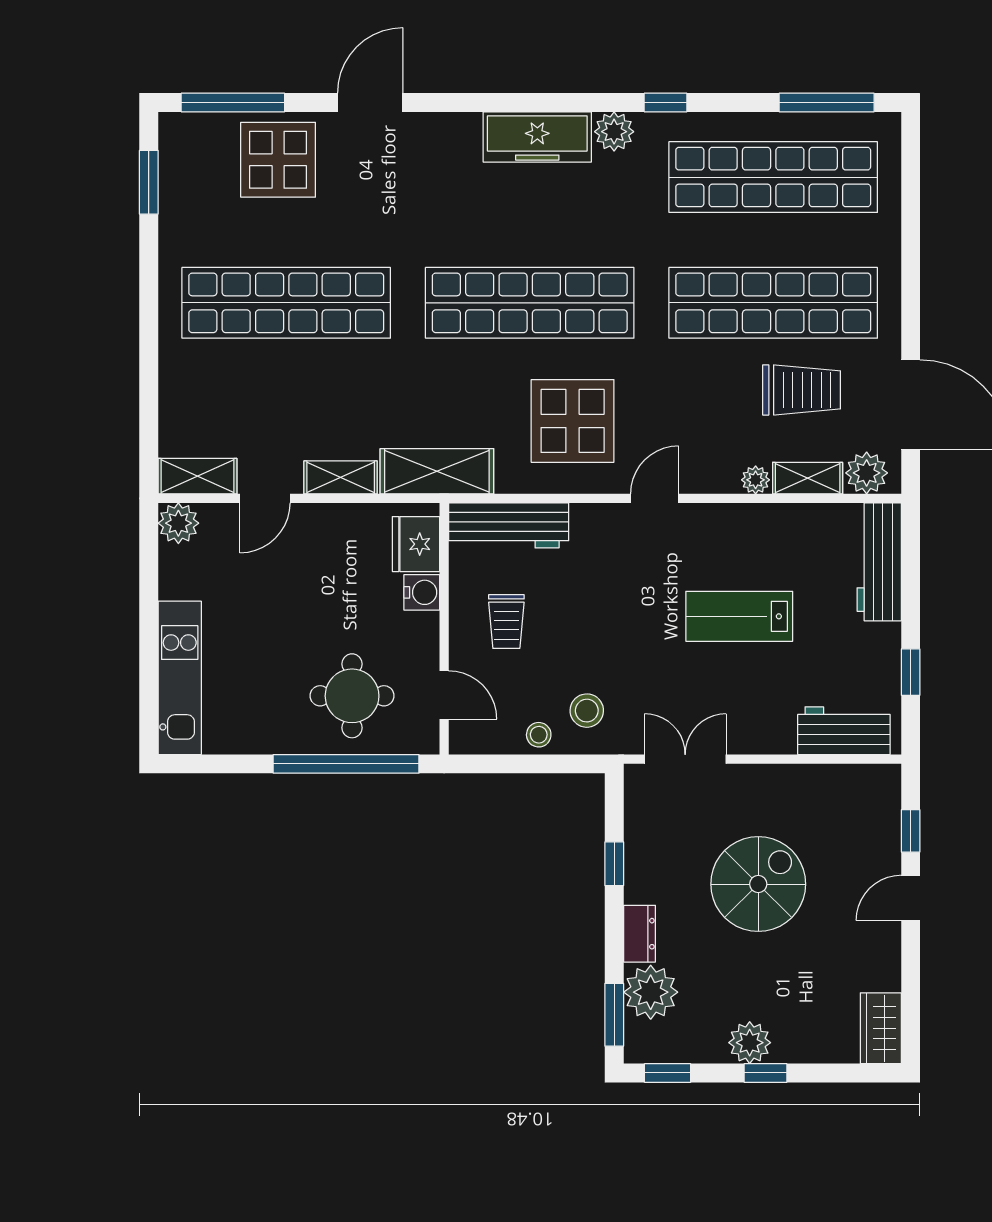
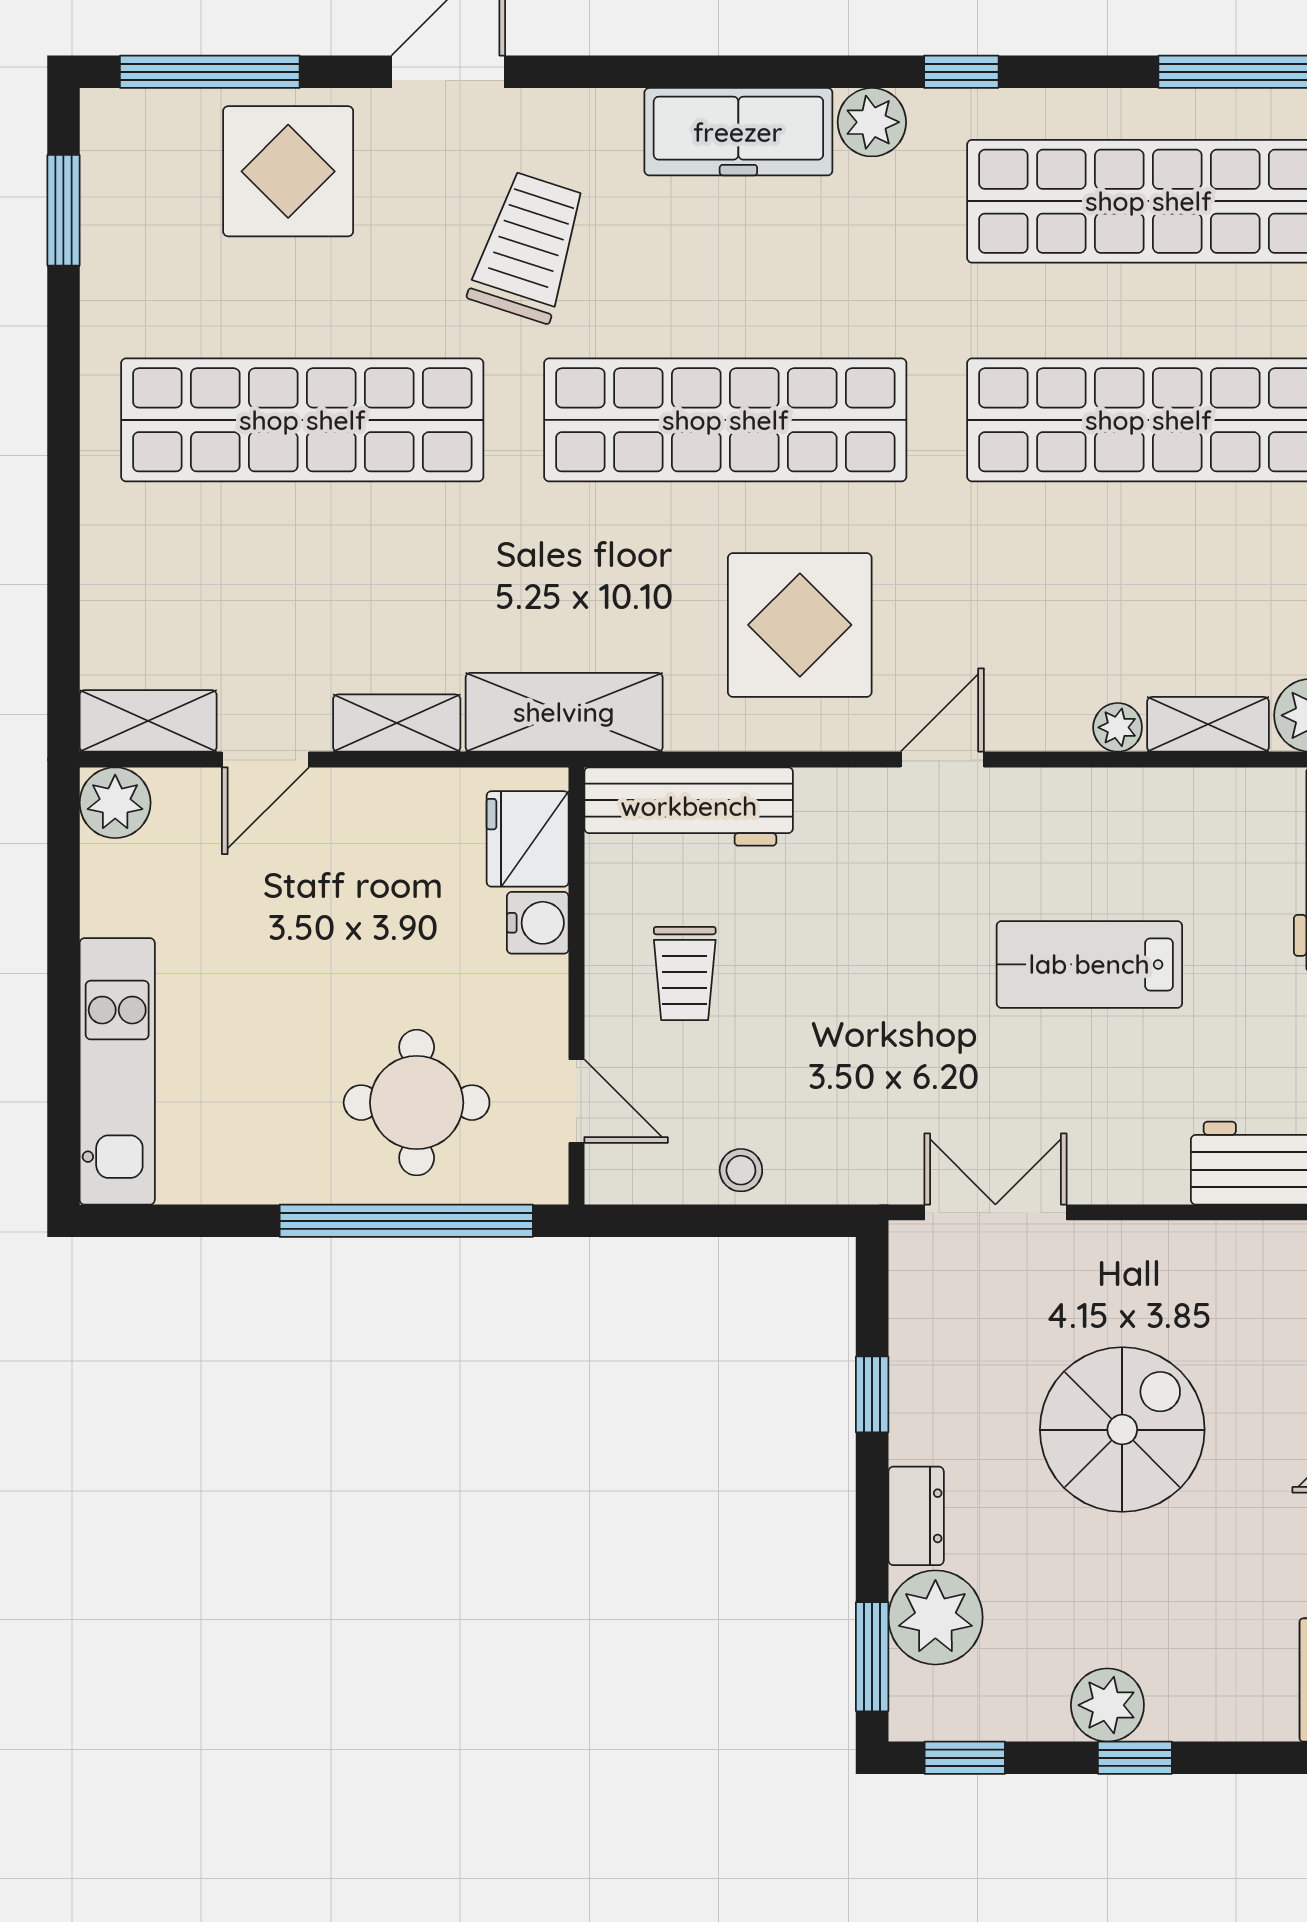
trolley: (802, 390) -> (528, 247), moved, turned -72
stool: (587, 711) -> (824, 1128), removed

